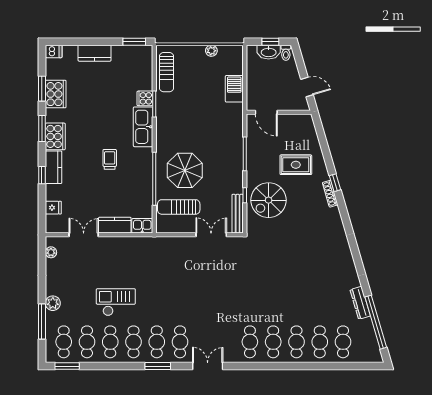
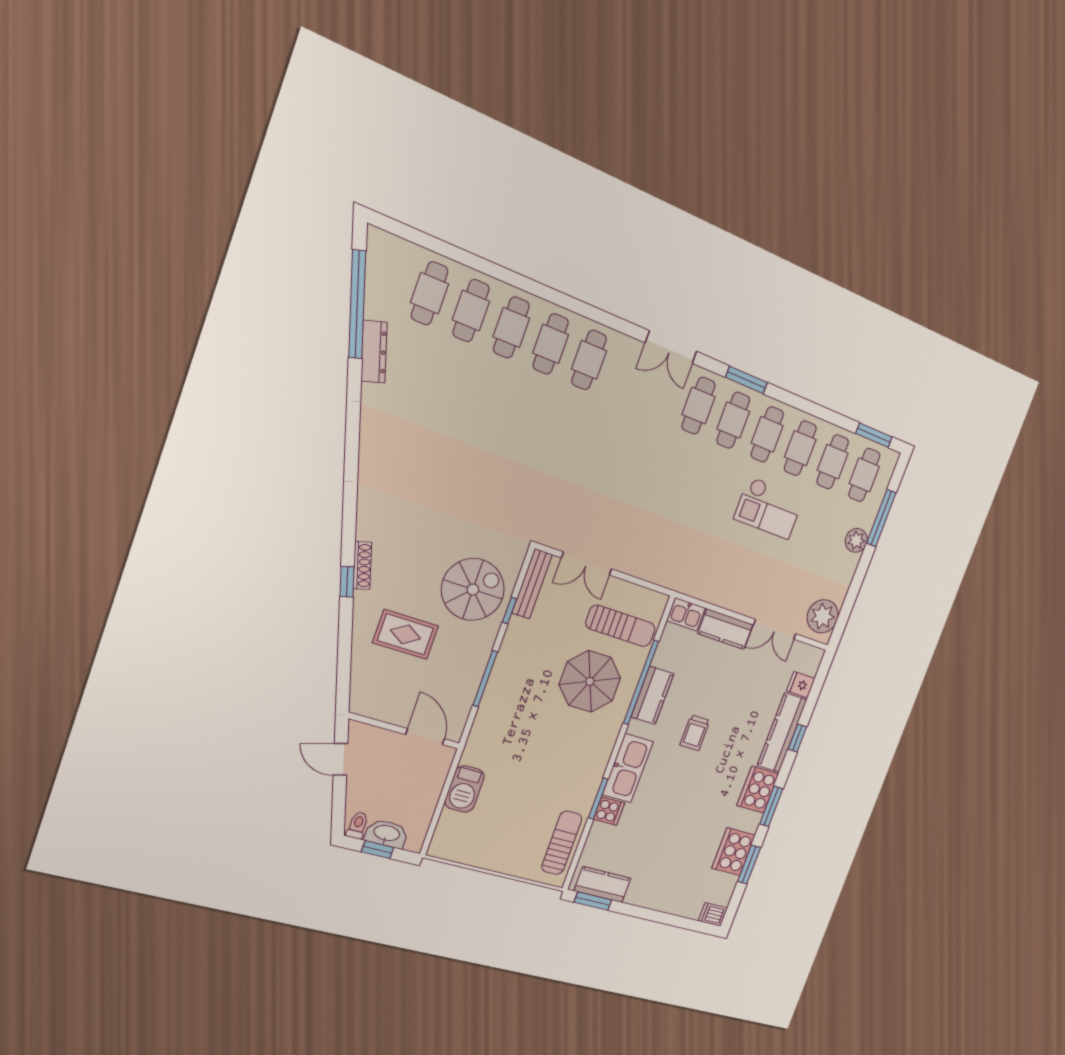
plant: (211, 51) -> (480, 859), removed
kitchen counter: (95, 53) -> (602, 885), moved
kitchen counter: (54, 167) -> (782, 733), width x1.50
kitchen counter: (145, 173) -> (652, 695), added
plant: (51, 252) -> (823, 616), width x1.88, depth x1.88

